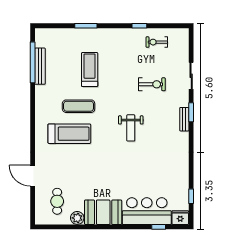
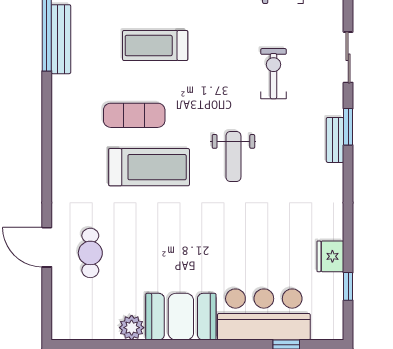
treadmill: (90, 69) -> (155, 46), turned -90
exercise bike: (152, 84) -> (273, 74), turned -90
treadmill: (69, 134) -> (149, 167), moved
cafe table: (57, 201) -> (90, 253), moved
fridge: (180, 218) -> (330, 256), moved, turned -90

